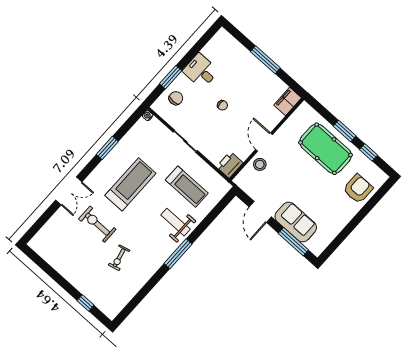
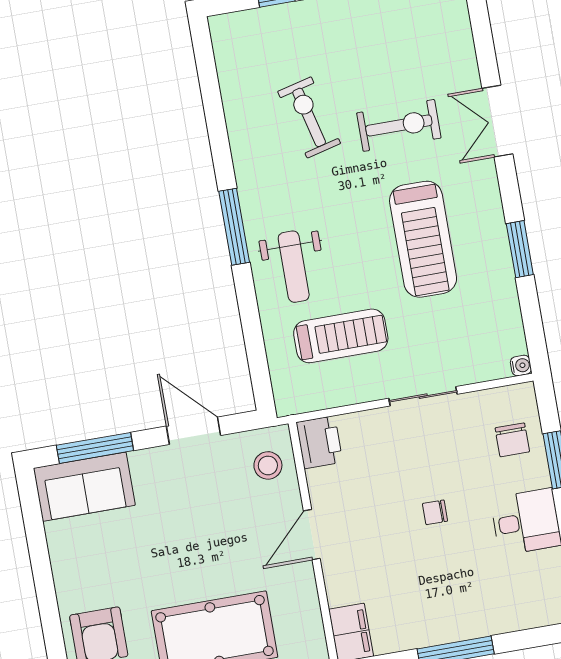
door: (264, 142) -> (312, 535), swing flipped
stool: (260, 164) -> (268, 465), moved
treadmill: (187, 187) -> (341, 336), turned 180
weight bench: (175, 222) -> (294, 267), turned 90
sofa: (296, 222) -> (84, 487), moved
exercise bike: (119, 258) -> (309, 117), width x1.38, depth x1.39

